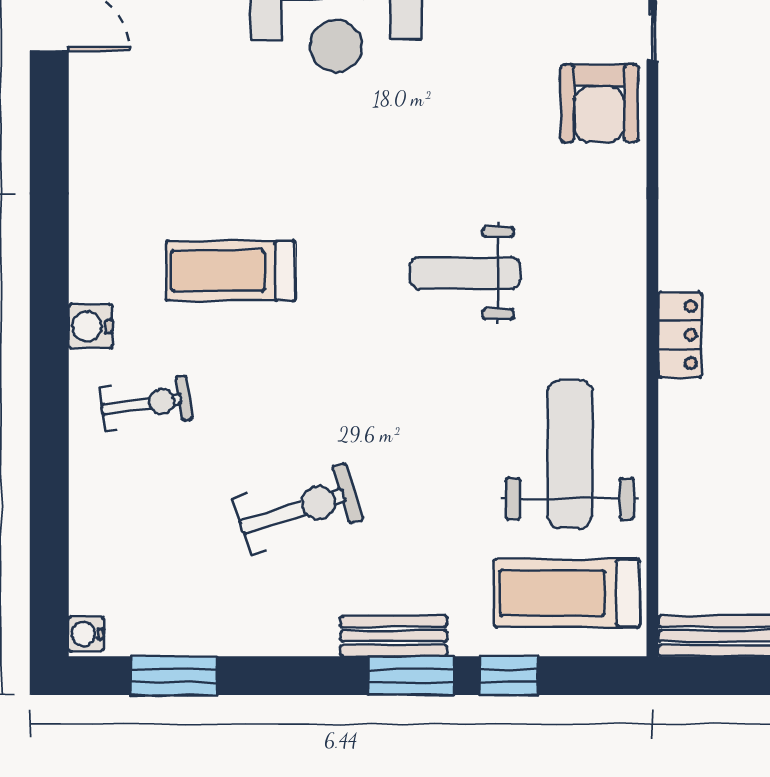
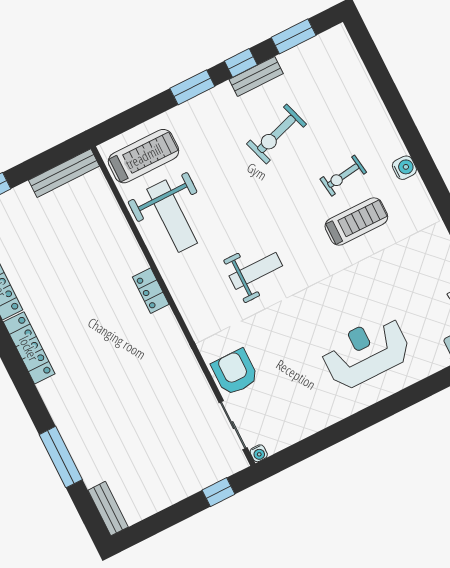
exercise bike: (146, 403) -> (343, 176), moved
water cooler: (86, 634) -> (340, 35), removed
bench: (394, 636) -> (256, 77), moved
window: (509, 676) -> (241, 63), moved

